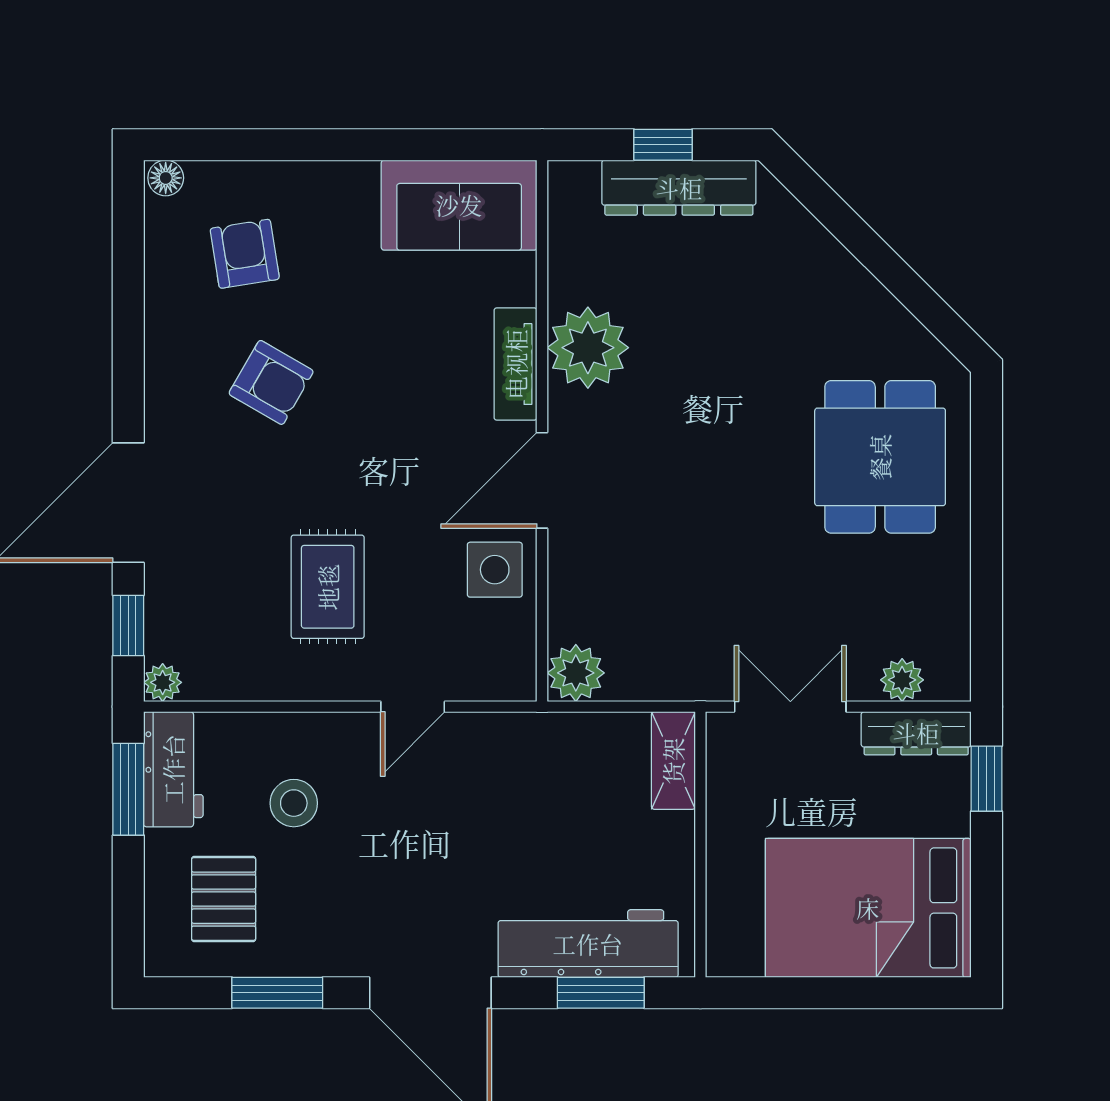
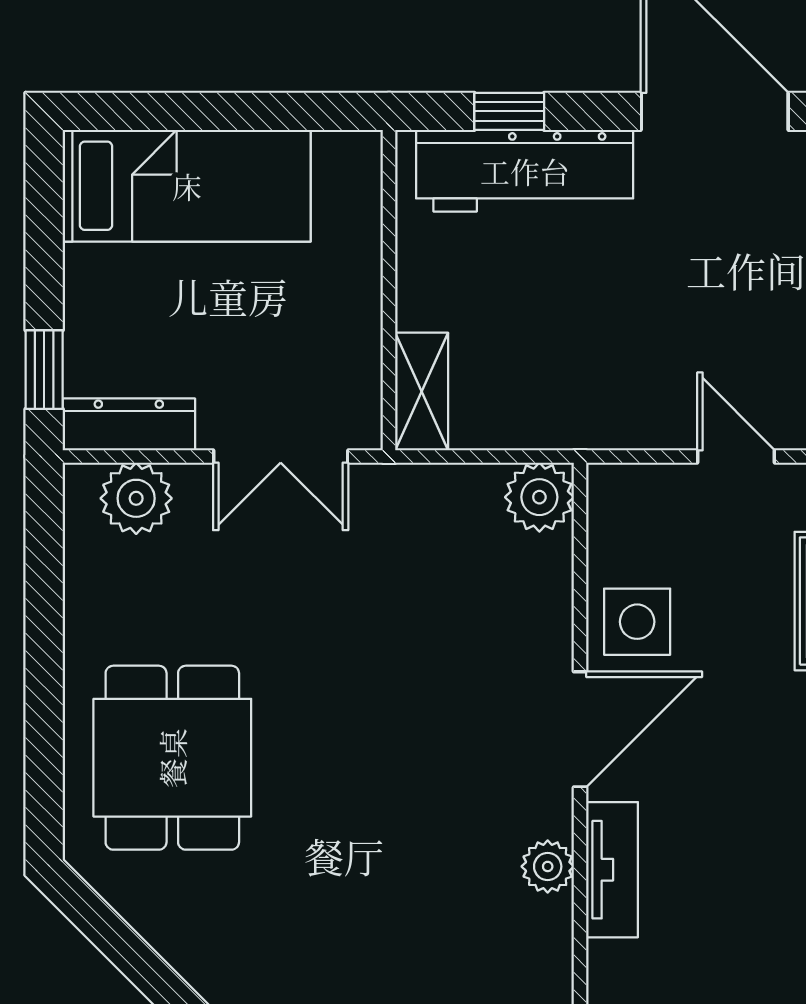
plant: (588, 348) -> (548, 866), width x0.53, depth x0.53
plant: (902, 680) -> (136, 498), width x1.38, depth x1.38
door: (413, 707) -> (736, 456), hinge flipped
bed: (868, 908) -> (187, 186), width x0.67
window: (601, 993) -> (509, 111), width x0.67

